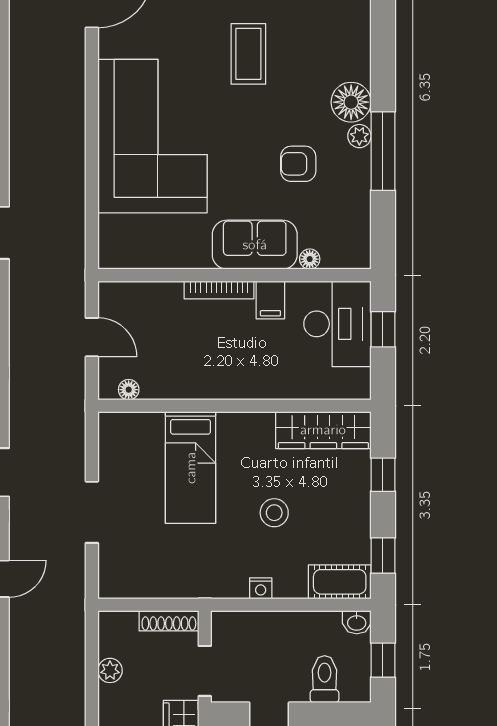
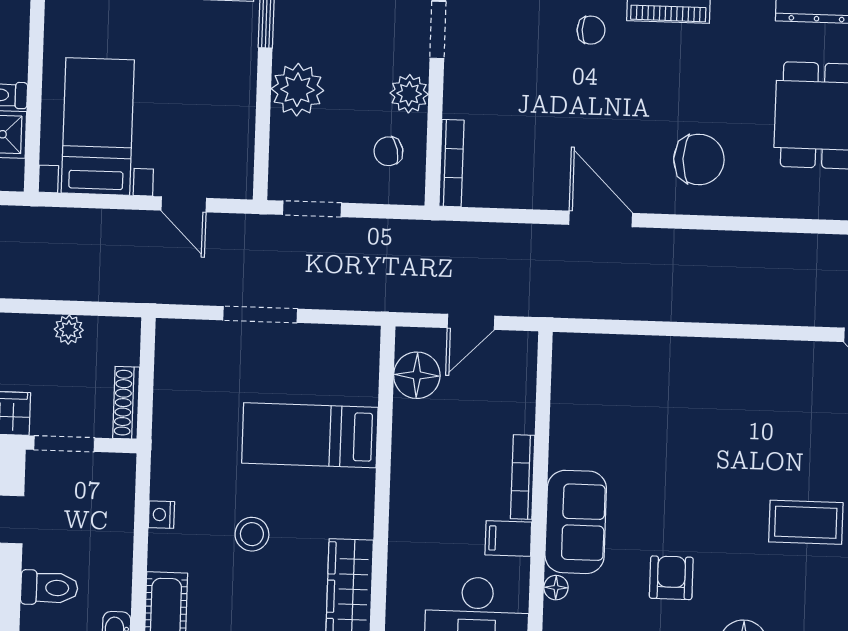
corner sofa: (152, 136) -> (711, 403), removed
floor lamp: (129, 390) -> (417, 375), width x1.89, depth x1.89

